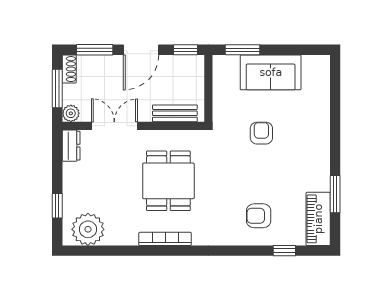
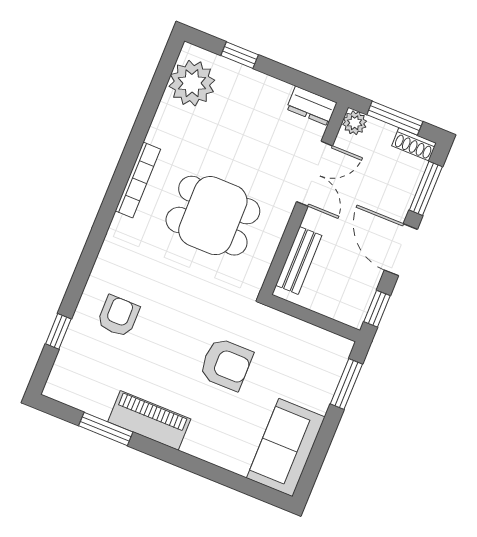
sofa: (271, 72) -> (286, 448), moved
armchair: (261, 133) -> (226, 364), width x1.38, depth x1.38
piano: (318, 219) -> (149, 420), moved

